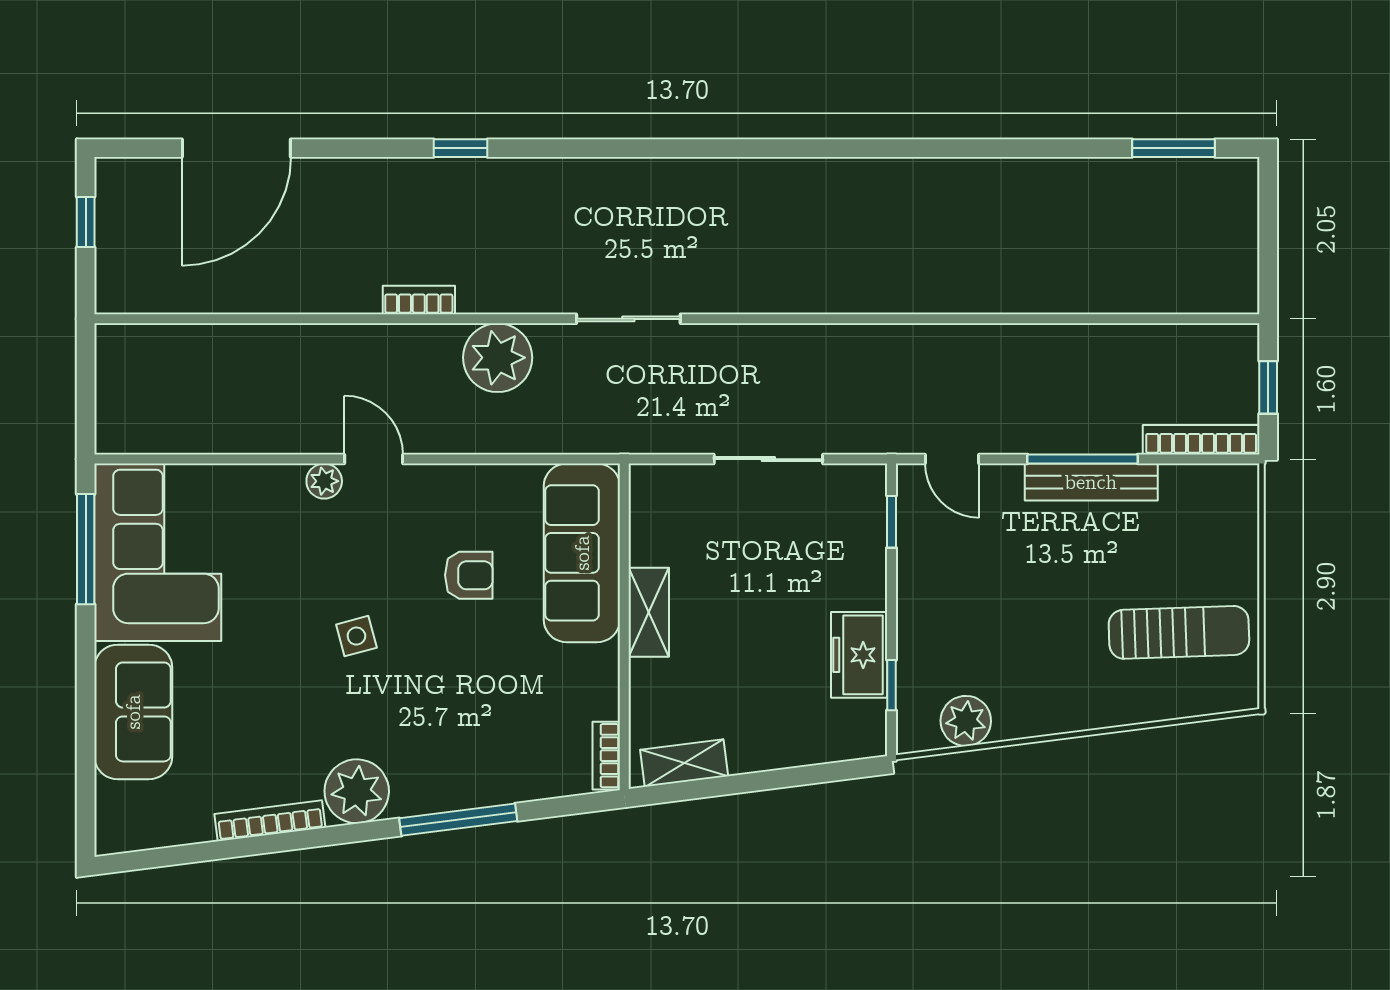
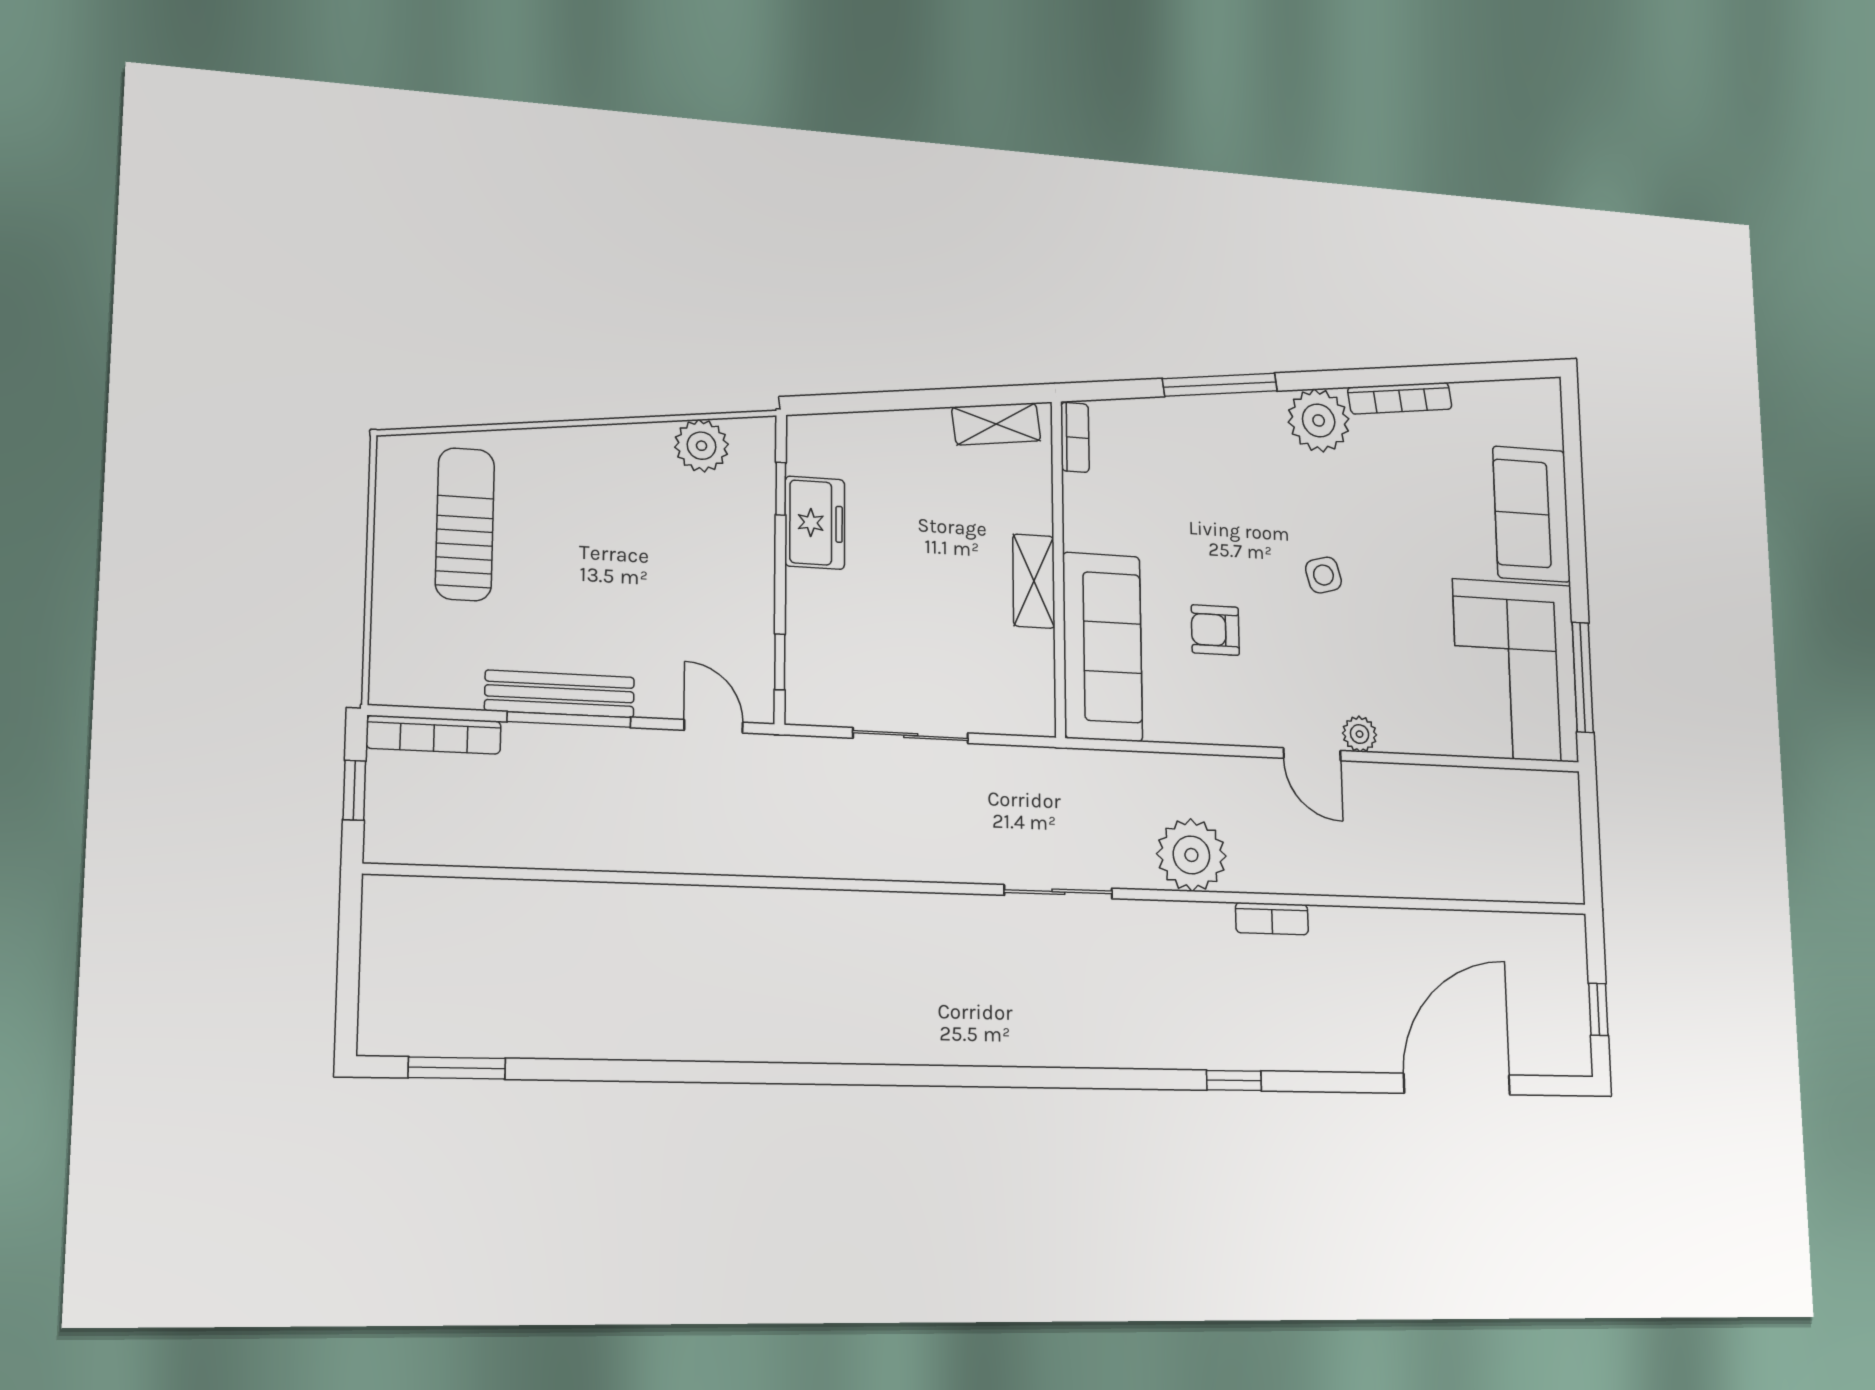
sun lounger: (1179, 632) -> (465, 524), turned 92

